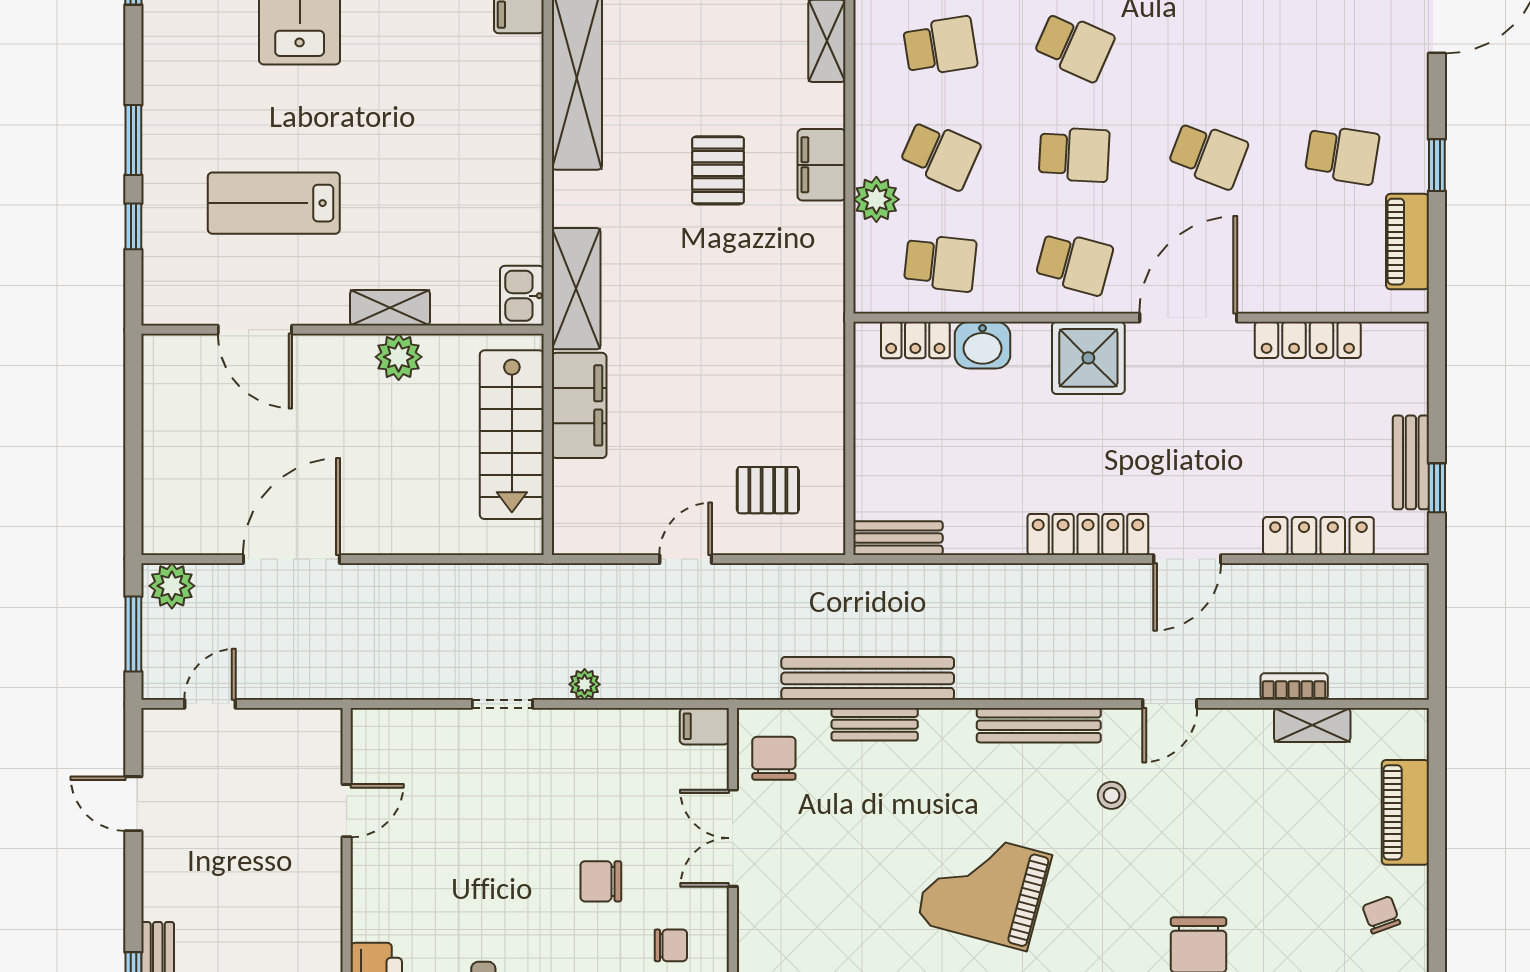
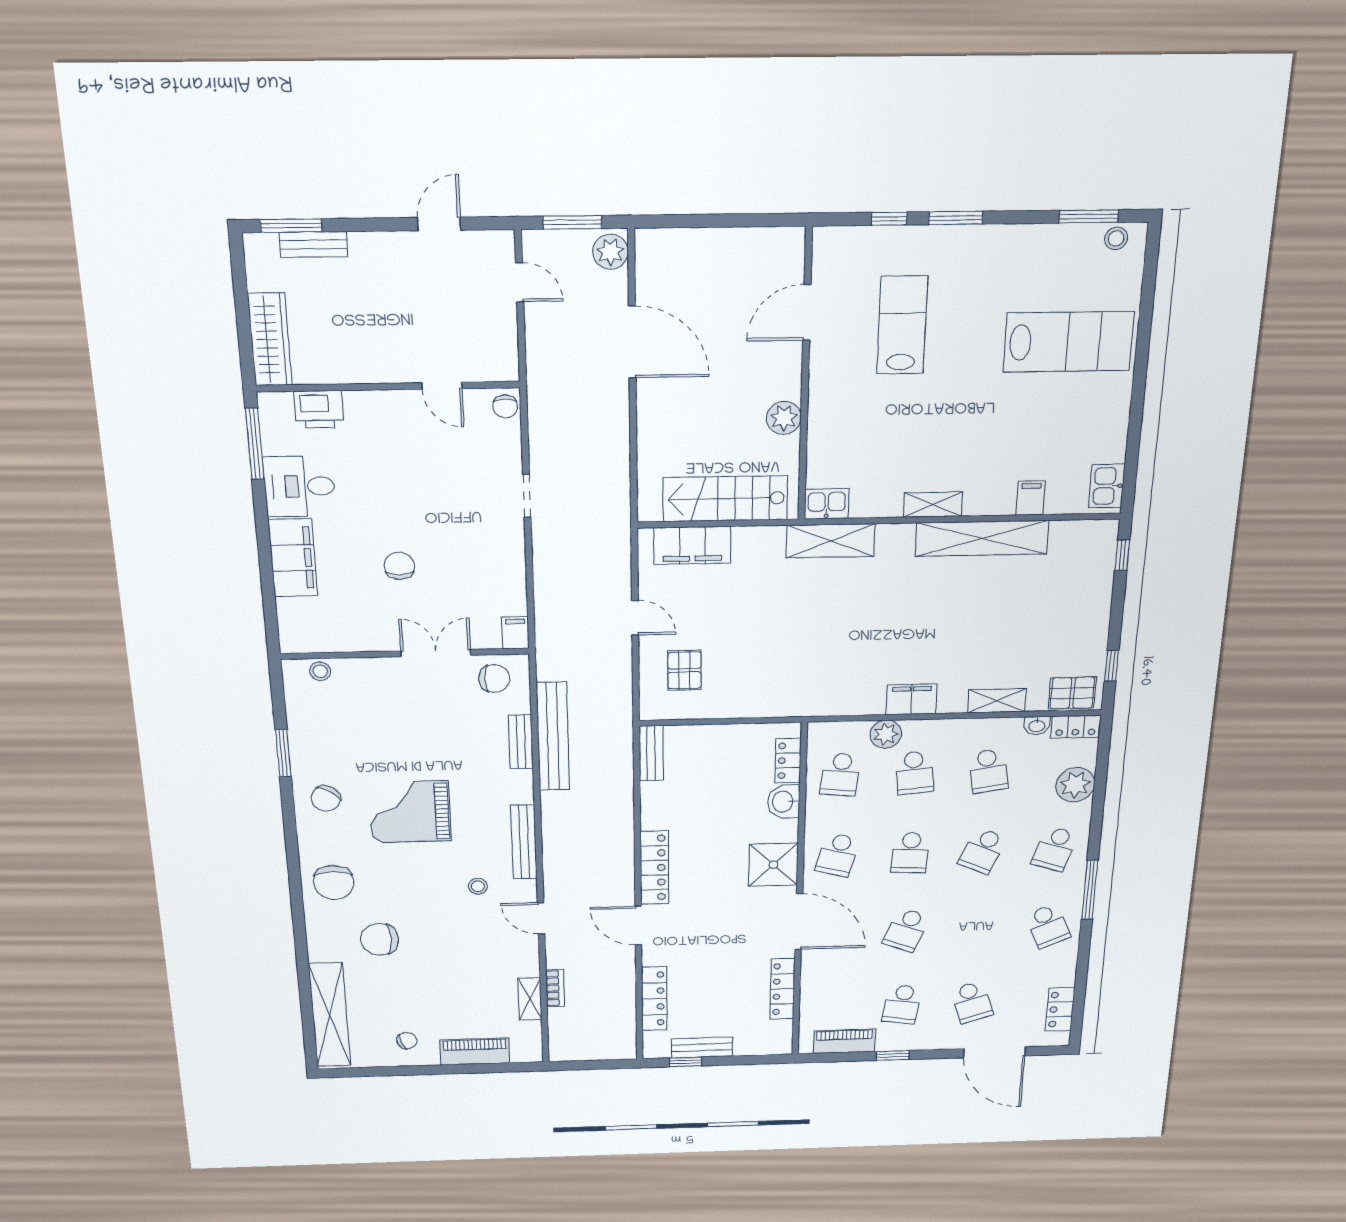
school desk: (1342, 46) -> (972, 1002), added
school desk: (940, 155) -> (915, 773), turned -30
pallet: (718, 170) -> (911, 633), removed
shelving: (390, 308) -> (933, 505), moved, turned 90
filing cabinet: (579, 405) -> (692, 545), moved
plant: (585, 684) -> (543, 552), removed
grand piano: (984, 888) -> (410, 812), turned -105
chair: (671, 945) -> (505, 406), moved

